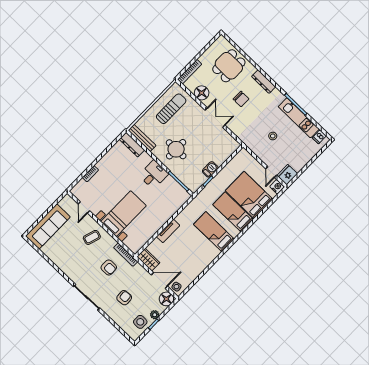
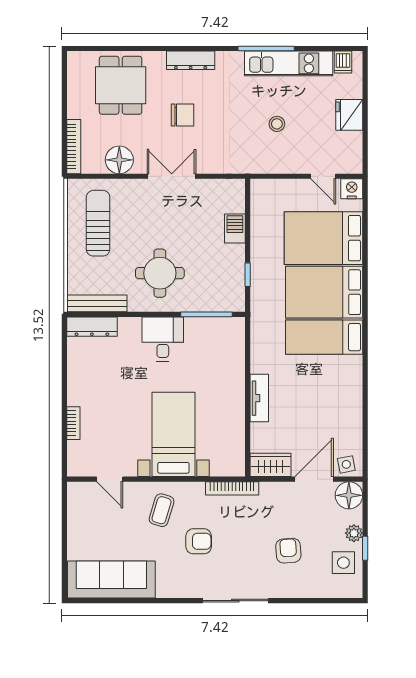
barbecue: (210, 169) -> (235, 228), moved
fridge: (287, 175) -> (349, 115), moved
bed: (233, 212) -> (324, 292), width x1.50
sofa: (48, 226) -> (111, 580), moved, turned -90
armchair: (109, 267) -> (199, 541), moved

